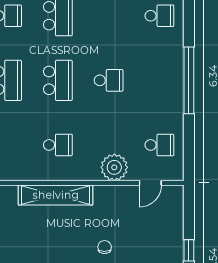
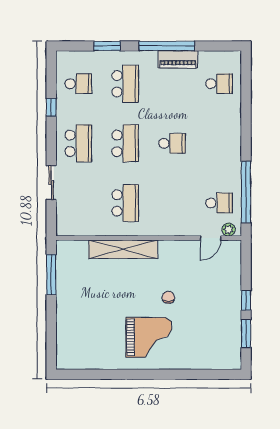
window: (189, 80) -> (246, 192), moved
school desk: (58, 145) -> (125, 203), width x1.85
plant: (114, 167) -> (229, 230), moved, width x0.53, depth x0.53

